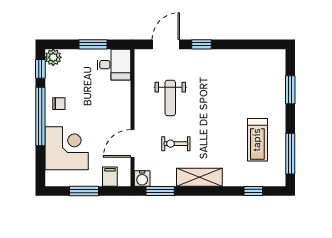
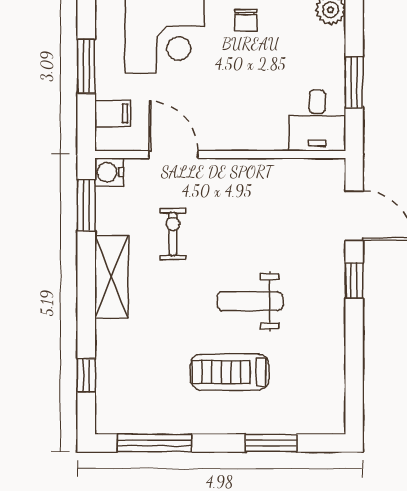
weight bench: (170, 98) -> (250, 301), moved
treadmill: (257, 140) -> (230, 372), moved

